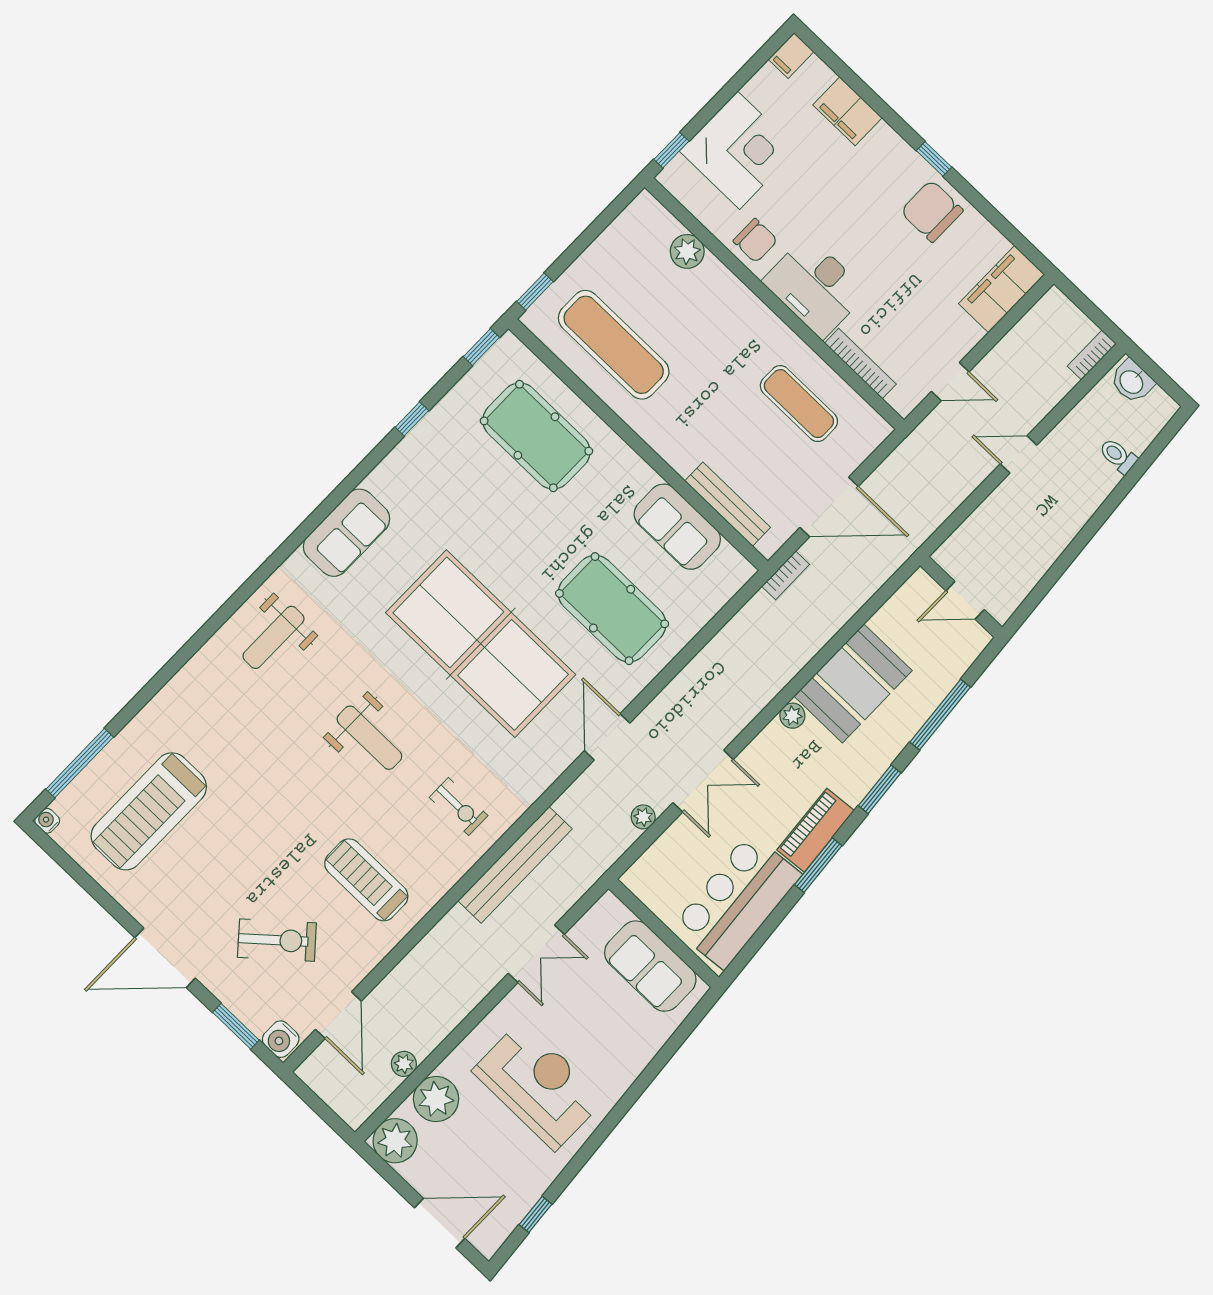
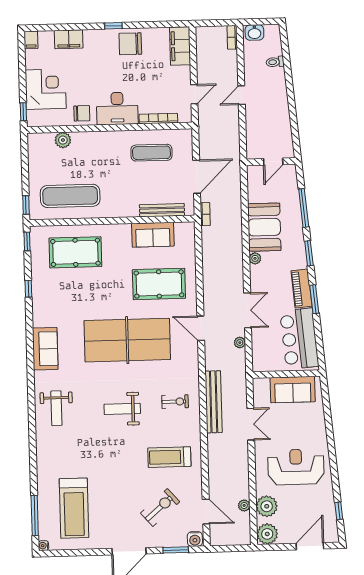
weight bench: (369, 738) -> (122, 409), turned 180

